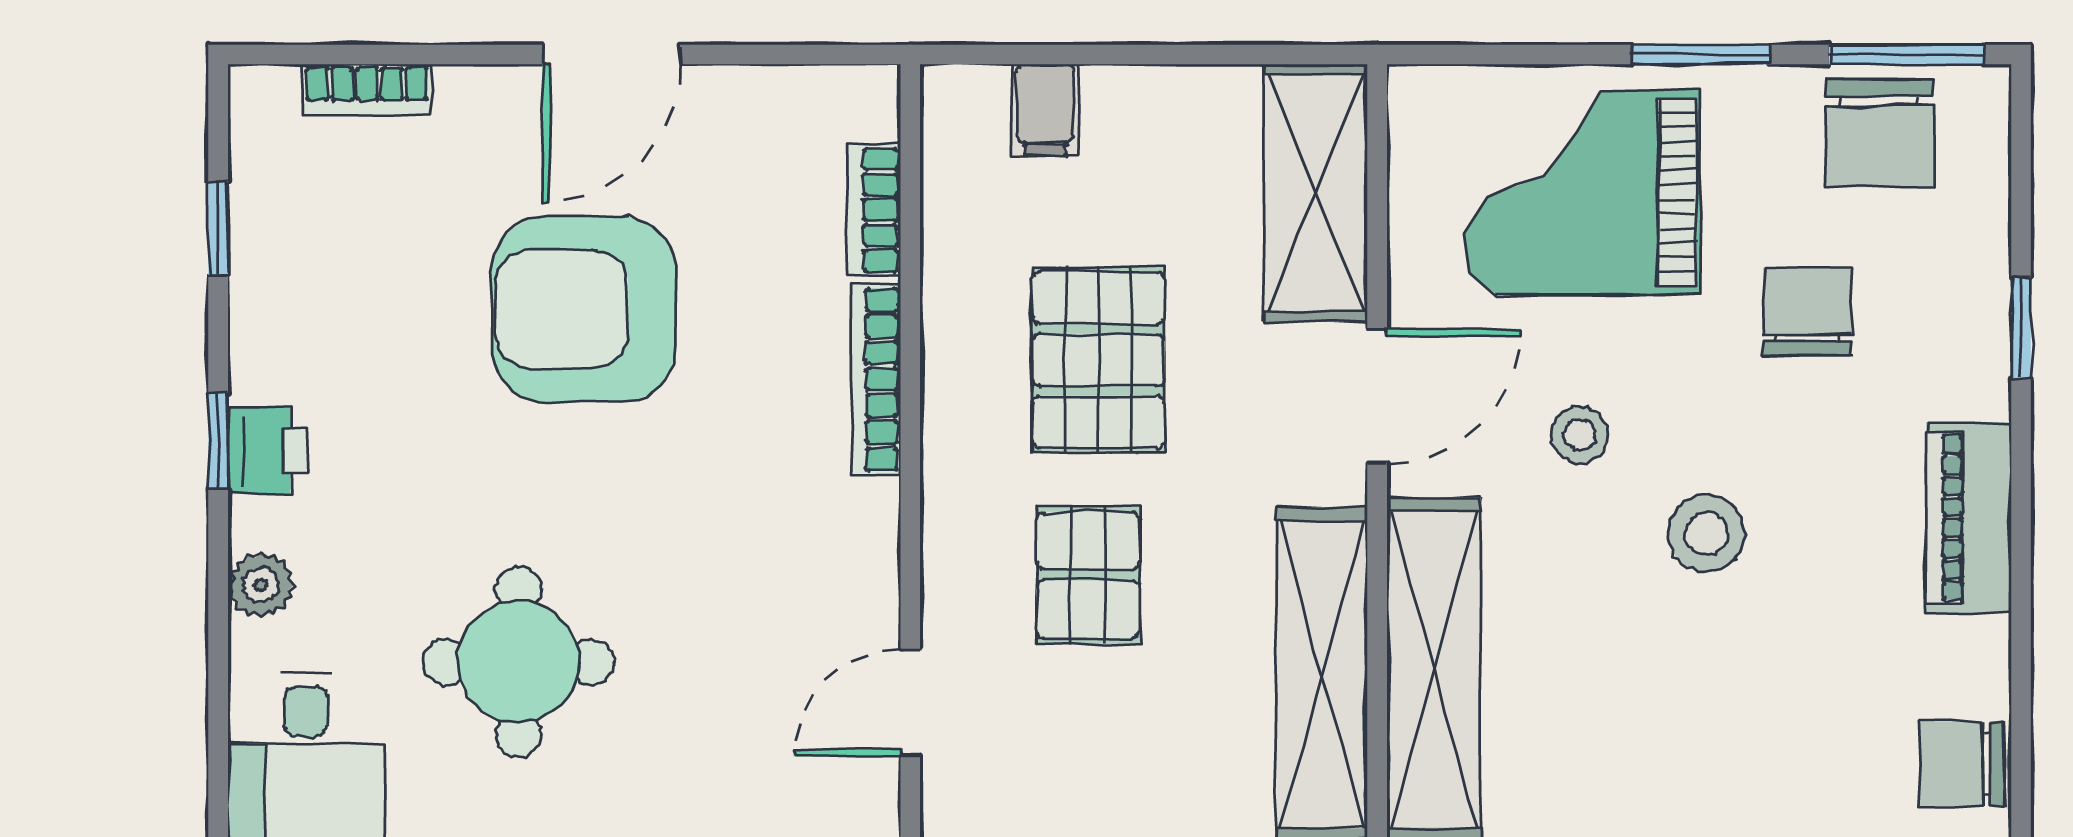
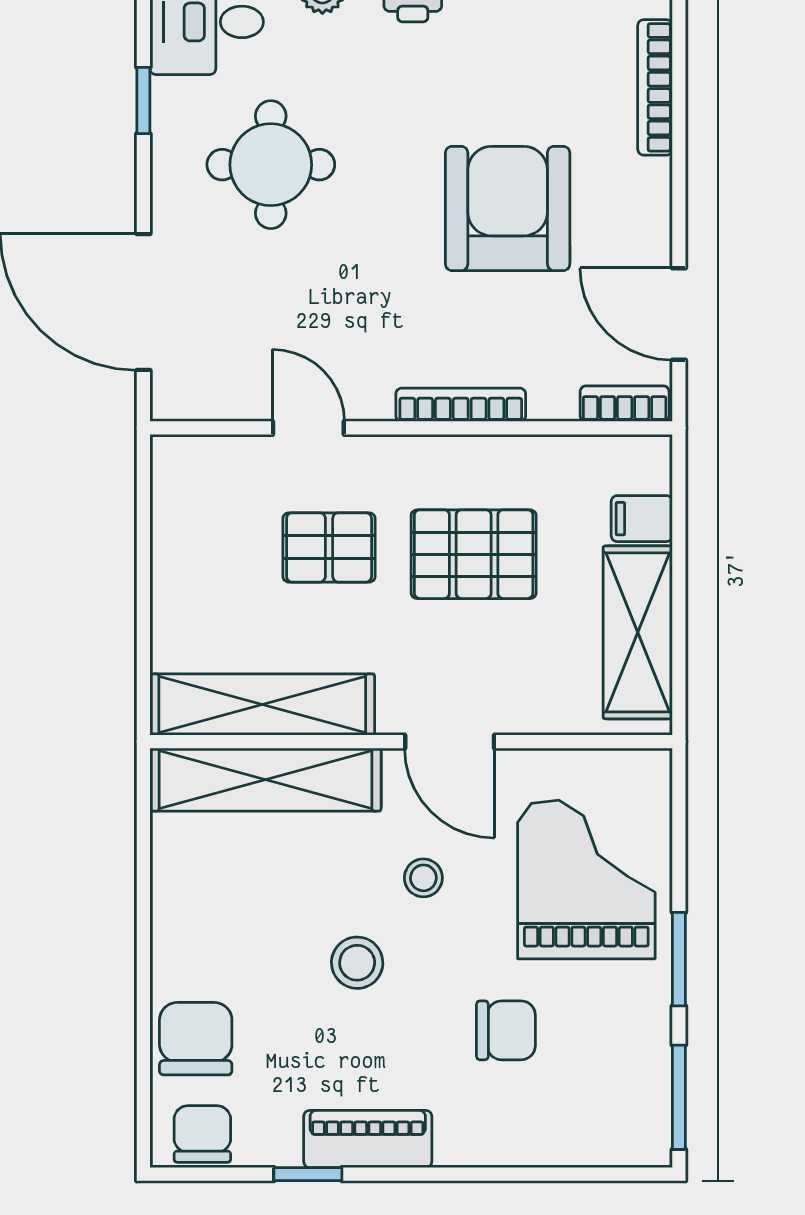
door: (611, 54) -> (679, 314), moved
bookcase: (367, 90) -> (655, 87), width x1.56
chair: (1879, 133) -> (196, 1039), moved, turned 90
shelving: (1316, 193) -> (638, 632), moved, turned 90
bookcase: (874, 210) -> (625, 404), moved
window: (2021, 328) -> (308, 1174), moved
door: (910, 703) -> (308, 428), moved

